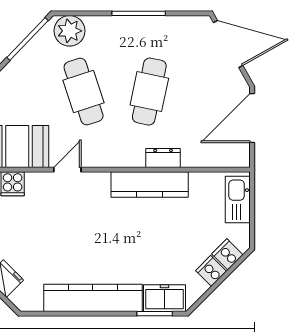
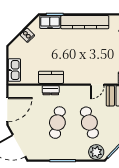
kitchen counter: (150, 185) -> (51, 77), width x0.67
cooker: (227, 254) -> (19, 43), removed

